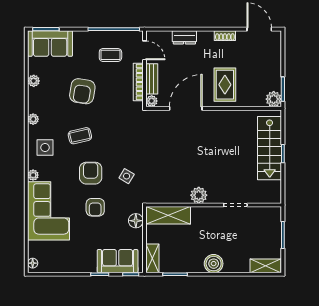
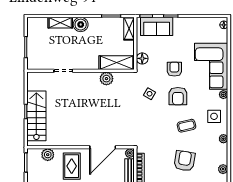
plant: (274, 99) -> (48, 155), moved
plant: (199, 195) -> (106, 79), moved
shelving: (265, 266) -> (60, 23), moved

